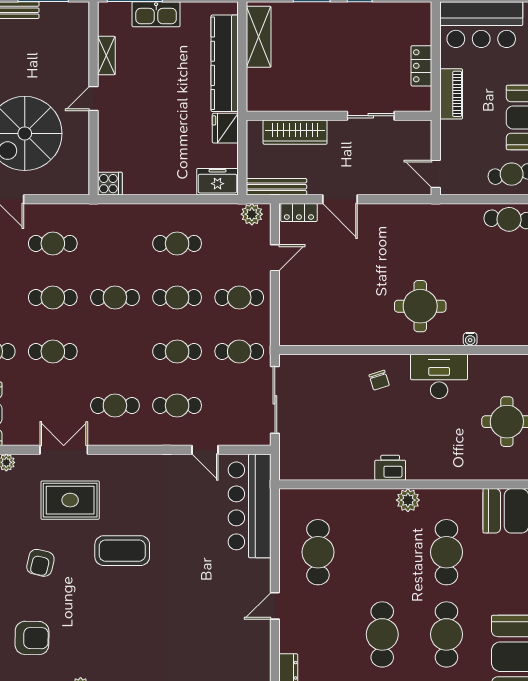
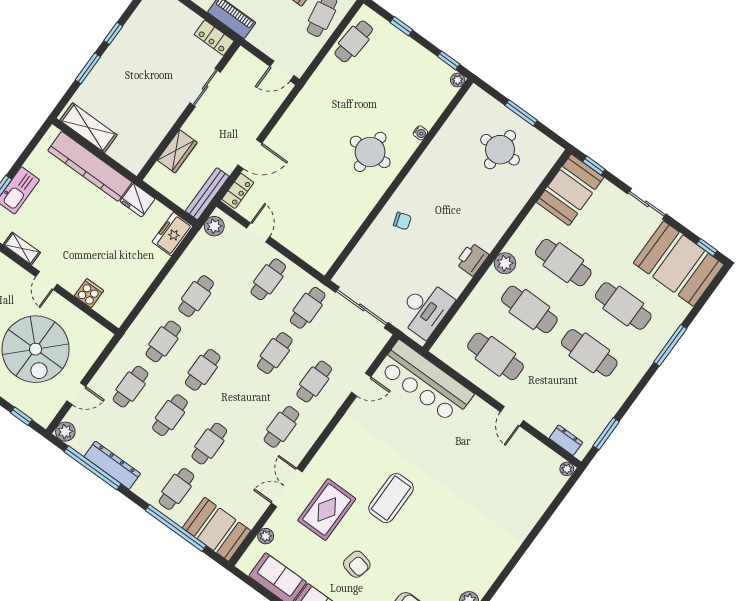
locker: (421, 66) -> (214, 38), moved
wardrobe: (295, 132) -> (177, 151), width x0.67
cooker: (110, 184) -> (89, 293), moved
cafe table: (177, 297) -> (163, 341), moved
desk: (439, 376) -> (425, 309), moved, turned 180
cafe table: (382, 552) -> (529, 309), added

